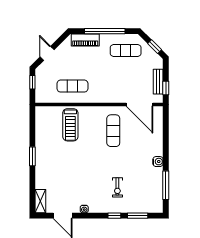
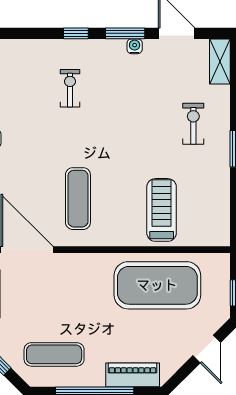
exercise mat: (72, 86) -> (157, 285), width x2.00, depth x1.45
exercise bike: (54, 169) -> (193, 124), added
window: (138, 216) -> (125, 33), moved

